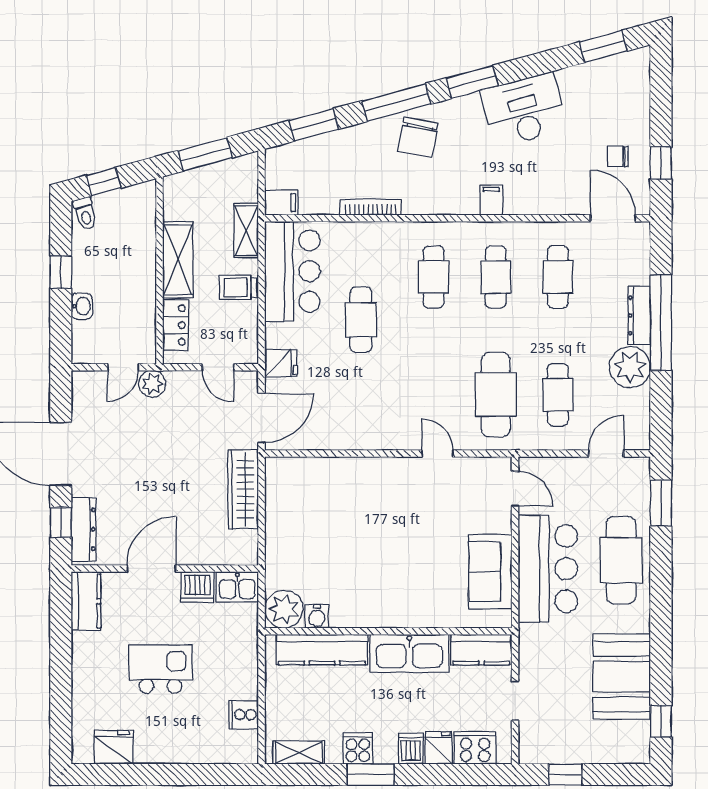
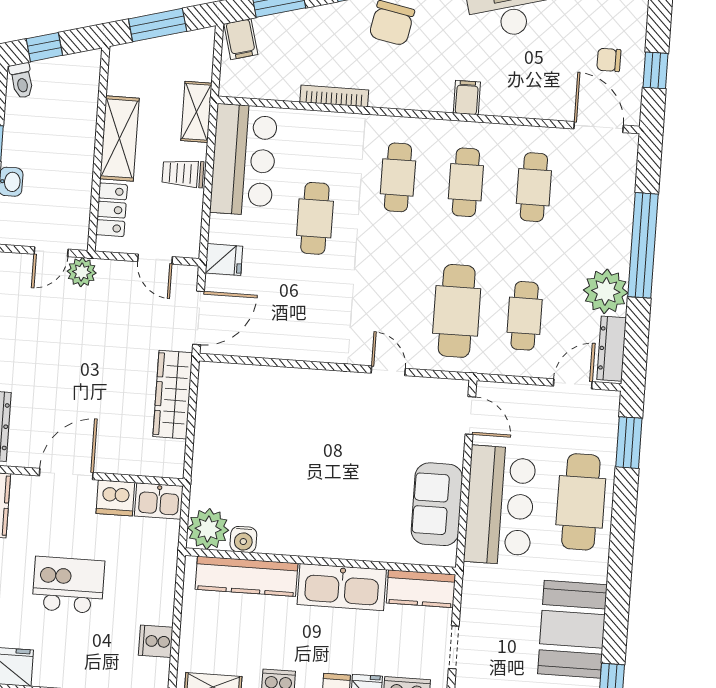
filing cabinet: (281, 203) -> (241, 39), moved, turned 75
dresser: (639, 315) -> (612, 349), moved

